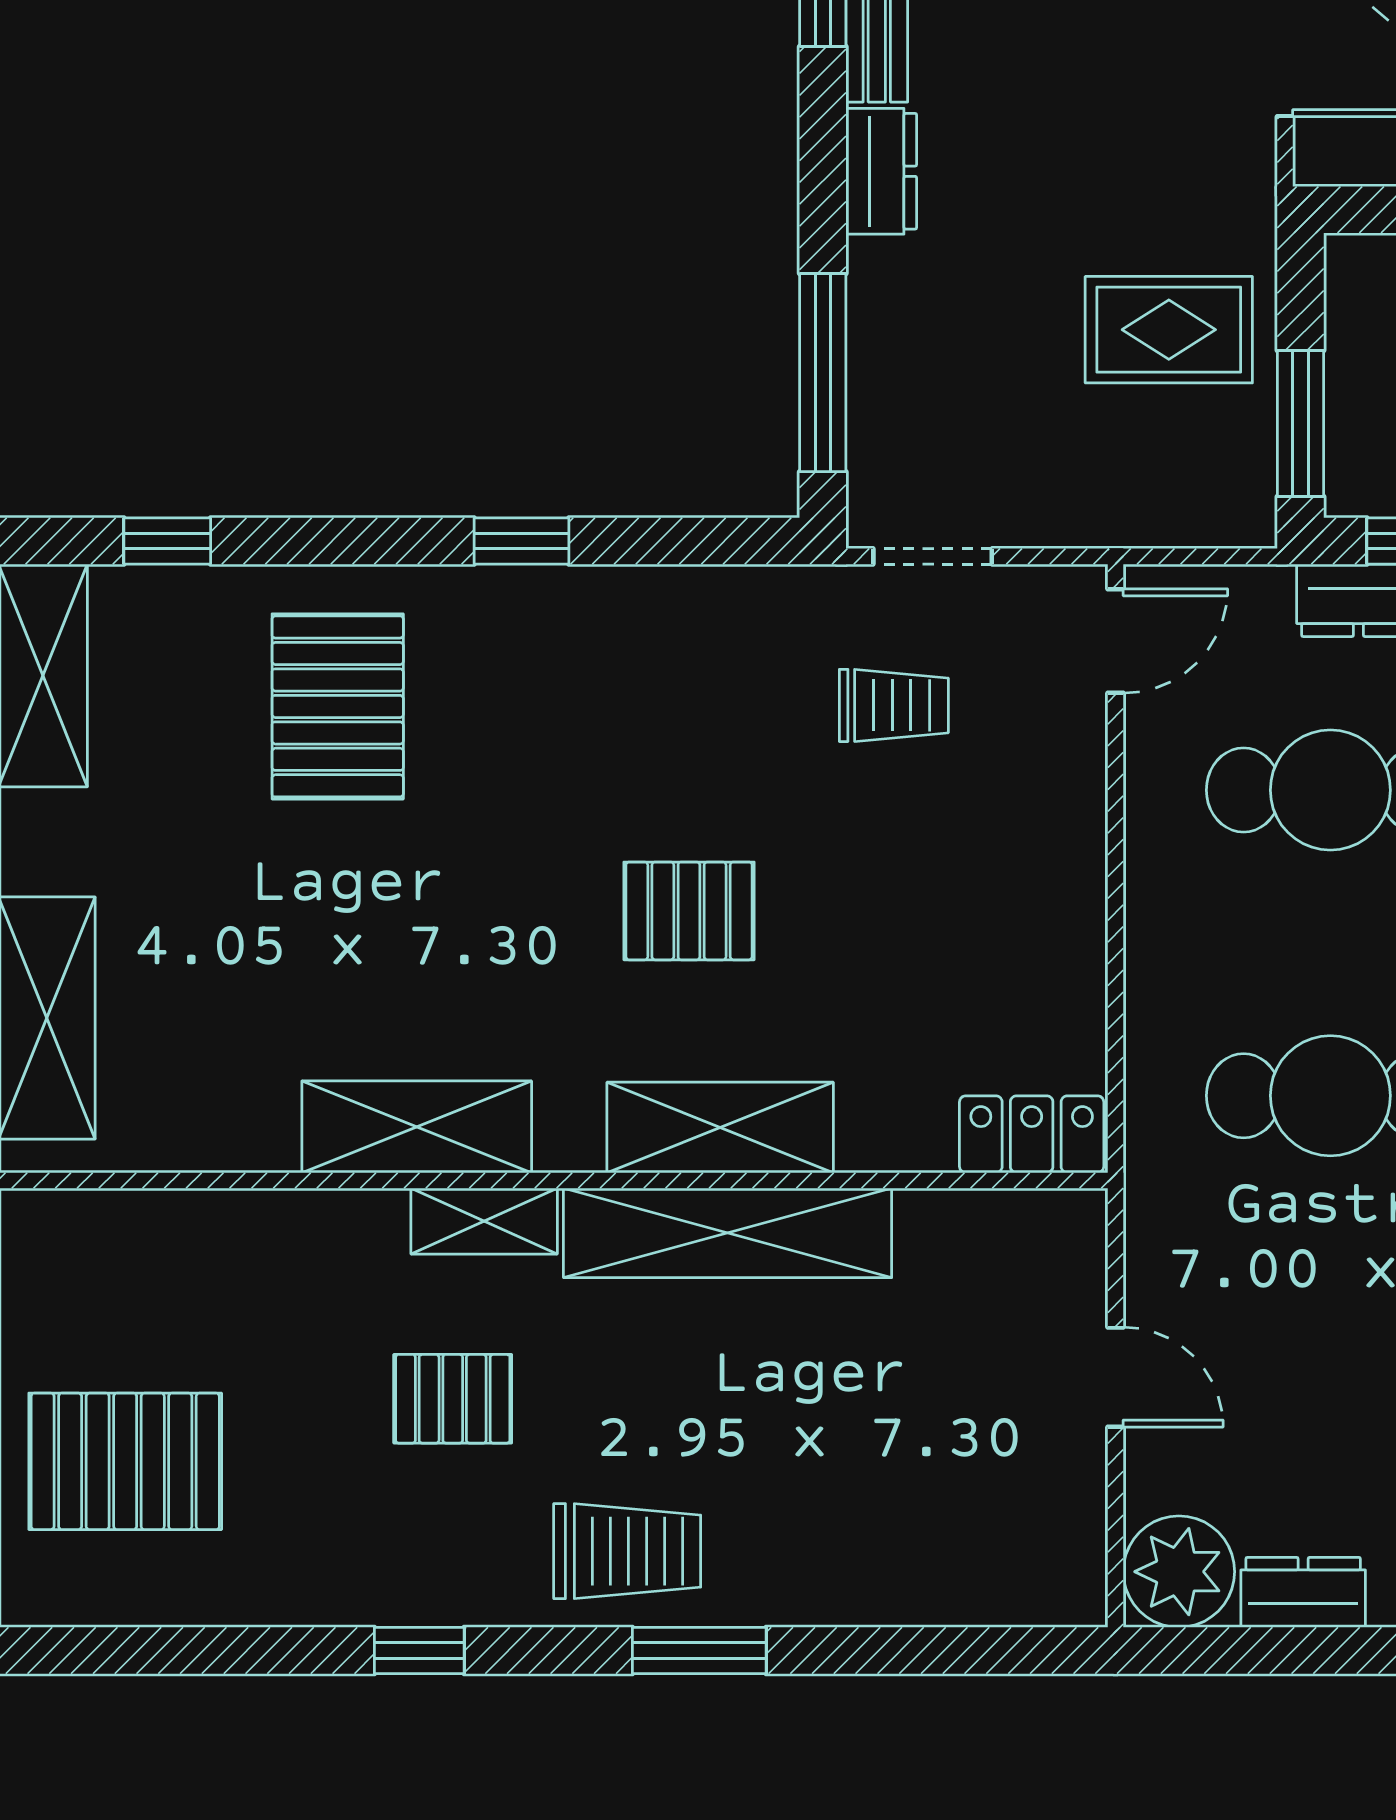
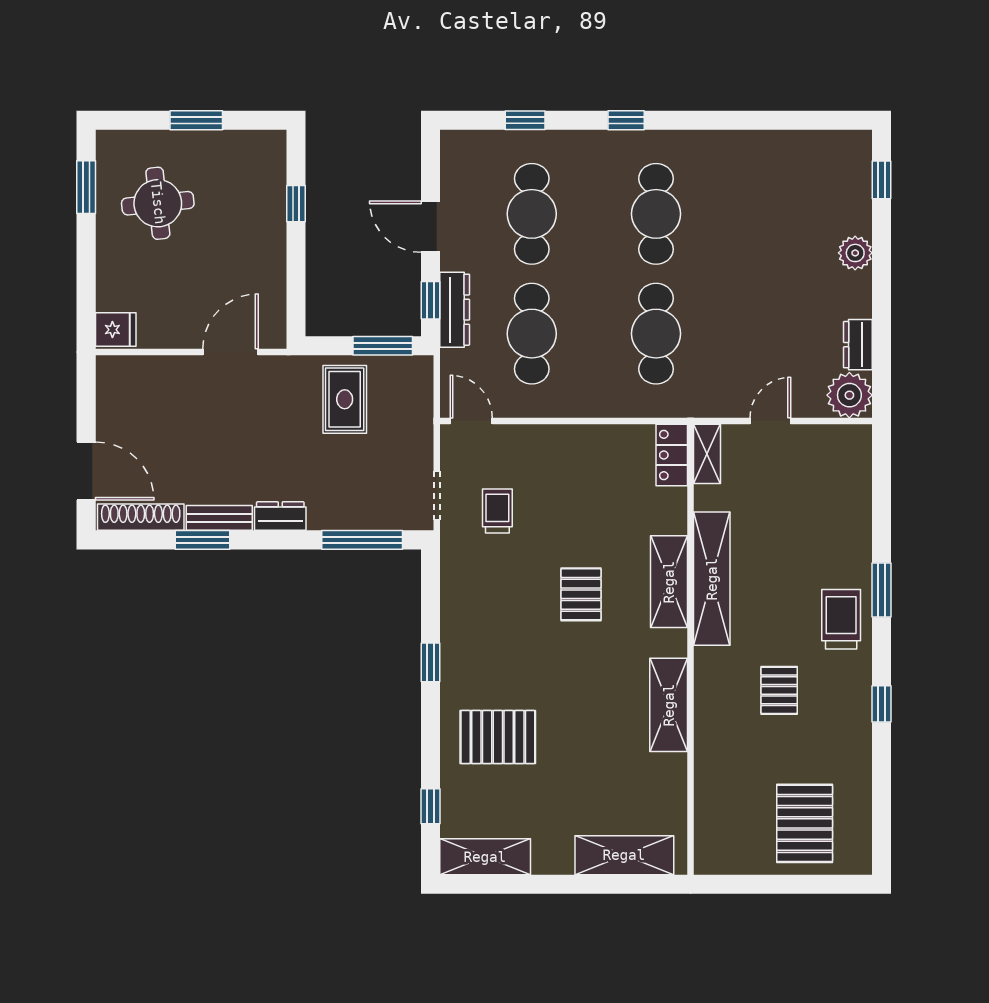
shelving: (484, 1221) -> (707, 454), moved

